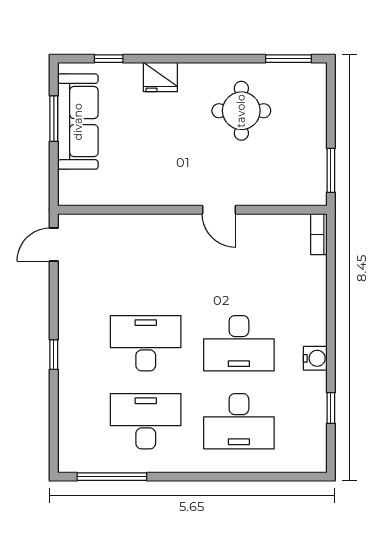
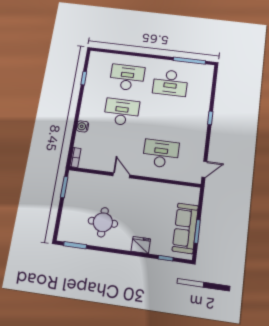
desk: (146, 343) -> (161, 154), moved, turned 180
water cooler: (315, 358) -> (83, 126), moved

